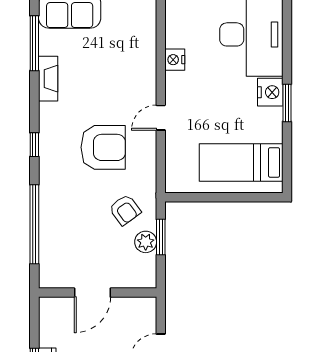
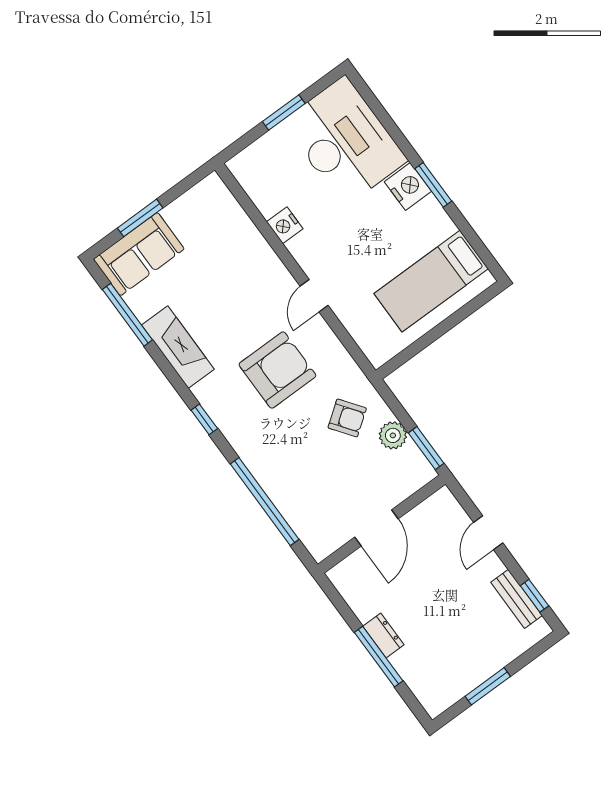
fireplace: (48, 79) -> (178, 347), width x1.37, depth x1.32
window: (161, 237) -> (426, 448), moved

